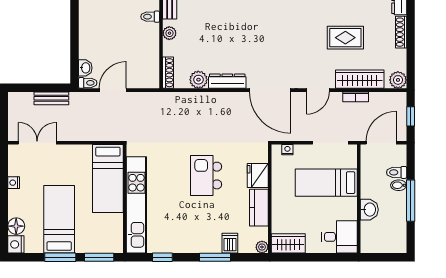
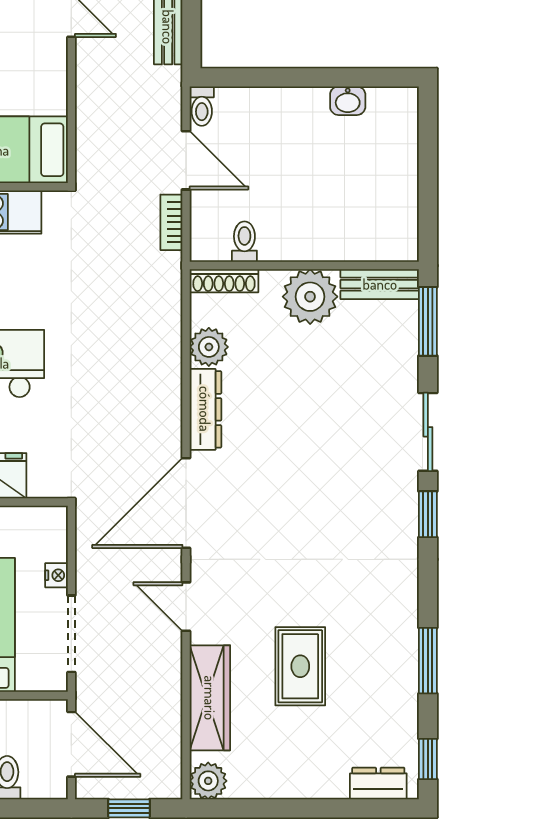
toilet: (150, 17) -> (244, 242), moved
shoe rack: (401, 32) -> (312, 788), removed
plant: (169, 33) -> (310, 297), width x1.88, depth x1.88
washbasin: (85, 68) -> (348, 101), moved
bookcase: (356, 97) -> (171, 222), moved
nightstand: (287, 150) -> (56, 575), moved

